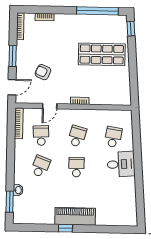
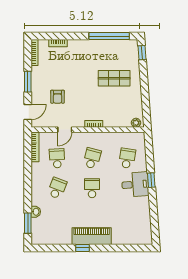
shop shelf: (102, 54) -> (114, 78), width x0.70, depth x0.74
armchair: (43, 72) -> (57, 97), turned -113
plant: (123, 101) -> (136, 123), added
window: (138, 160) -> (151, 180), added

